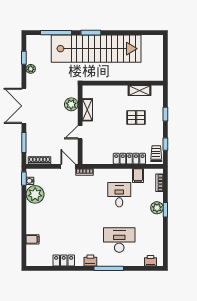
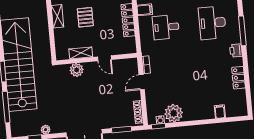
plant: (71, 104) -> (77, 70), moved
shelving: (87, 110) -> (81, 53), moved
wall: (80, 125) -> (97, 59), moved
door: (80, 132) -> (104, 58), moved

